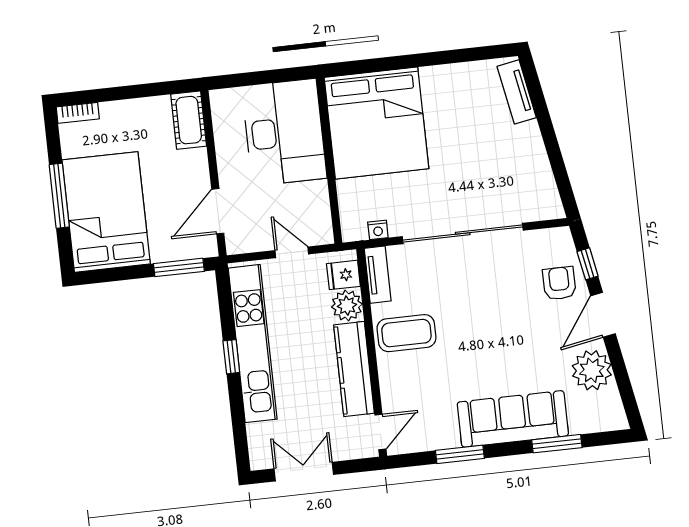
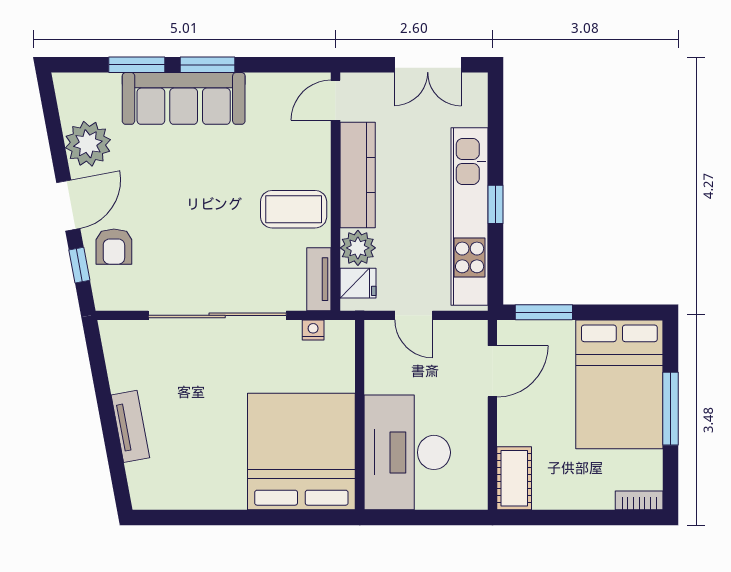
tv unit: (517, 92) -> (130, 426), moved
window: (460, 454) -> (208, 65), moved

